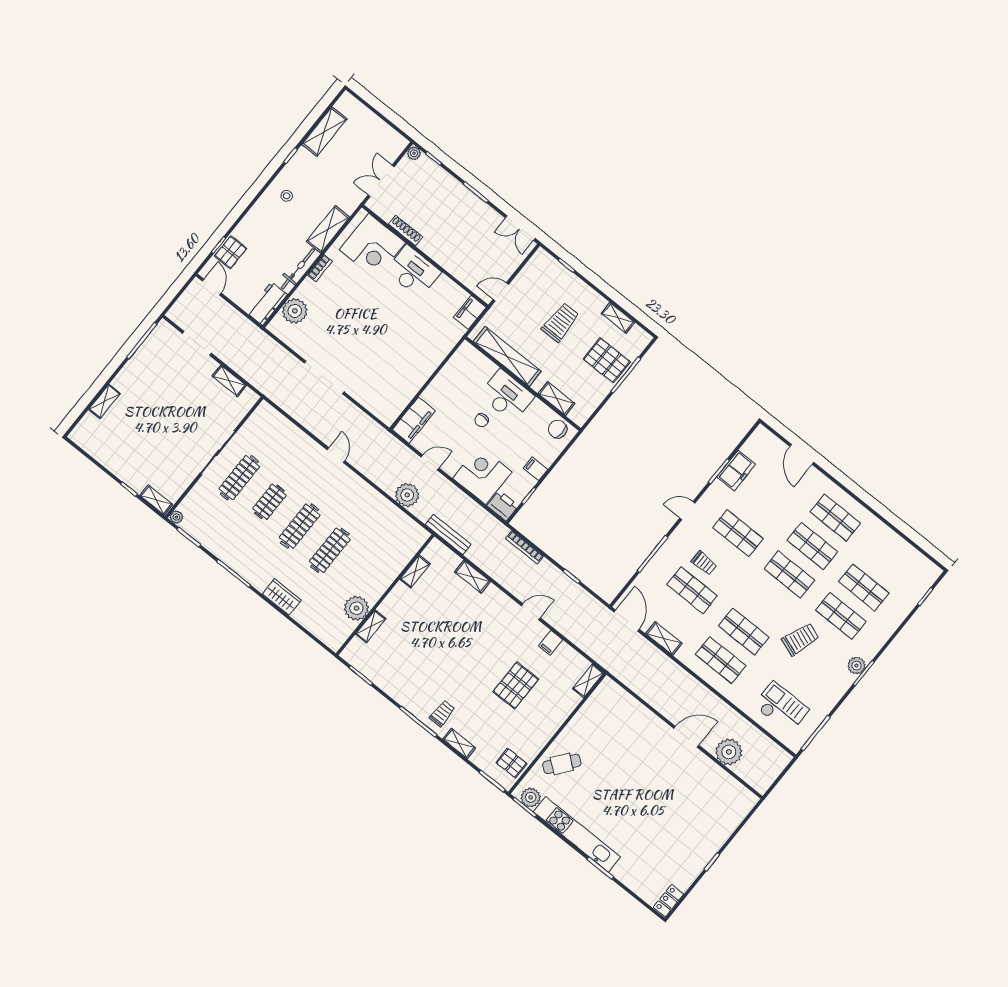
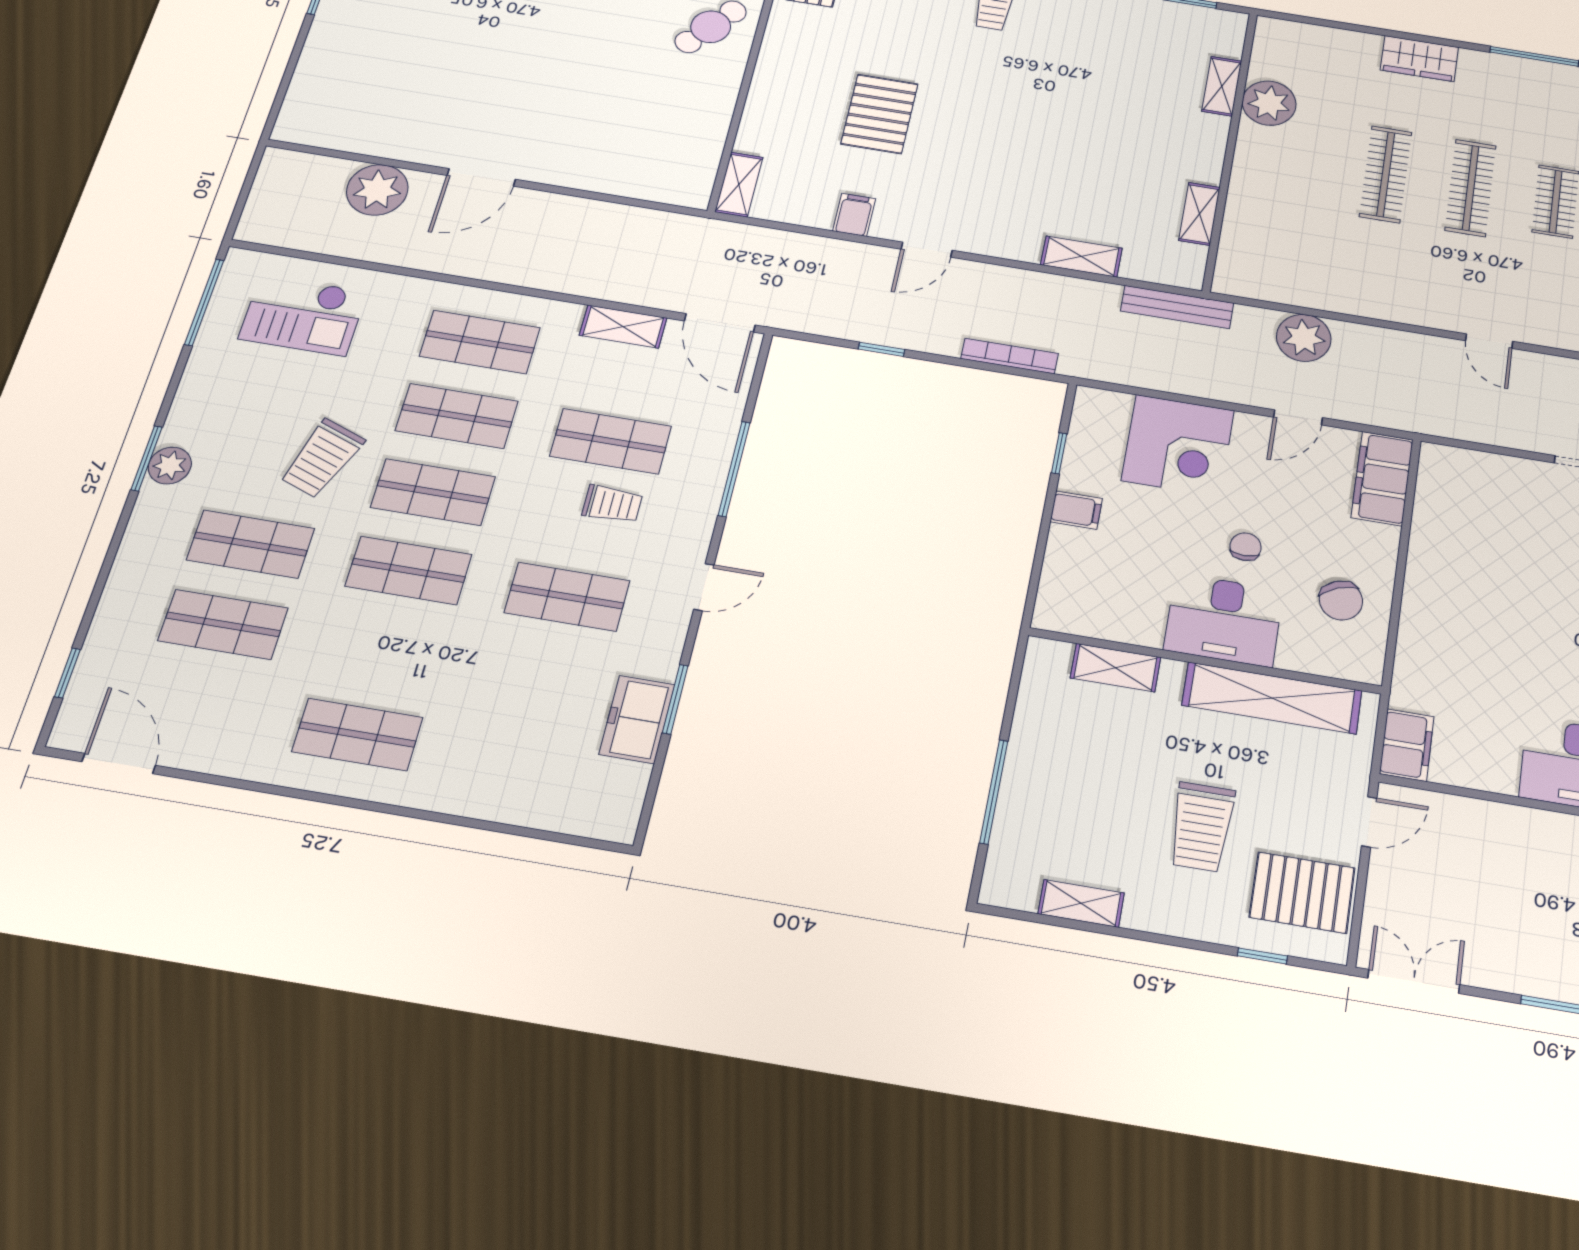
pallet: (607, 360) -> (1302, 893), moved
chair: (558, 429) -> (1341, 600), moved, turned 68
door: (802, 454) -> (119, 764), moved
printer: (503, 506) -> (1101, 410), removed
shop shelf: (812, 546) -> (433, 492), moved
trolley: (704, 563) -> (612, 504), turned 180

